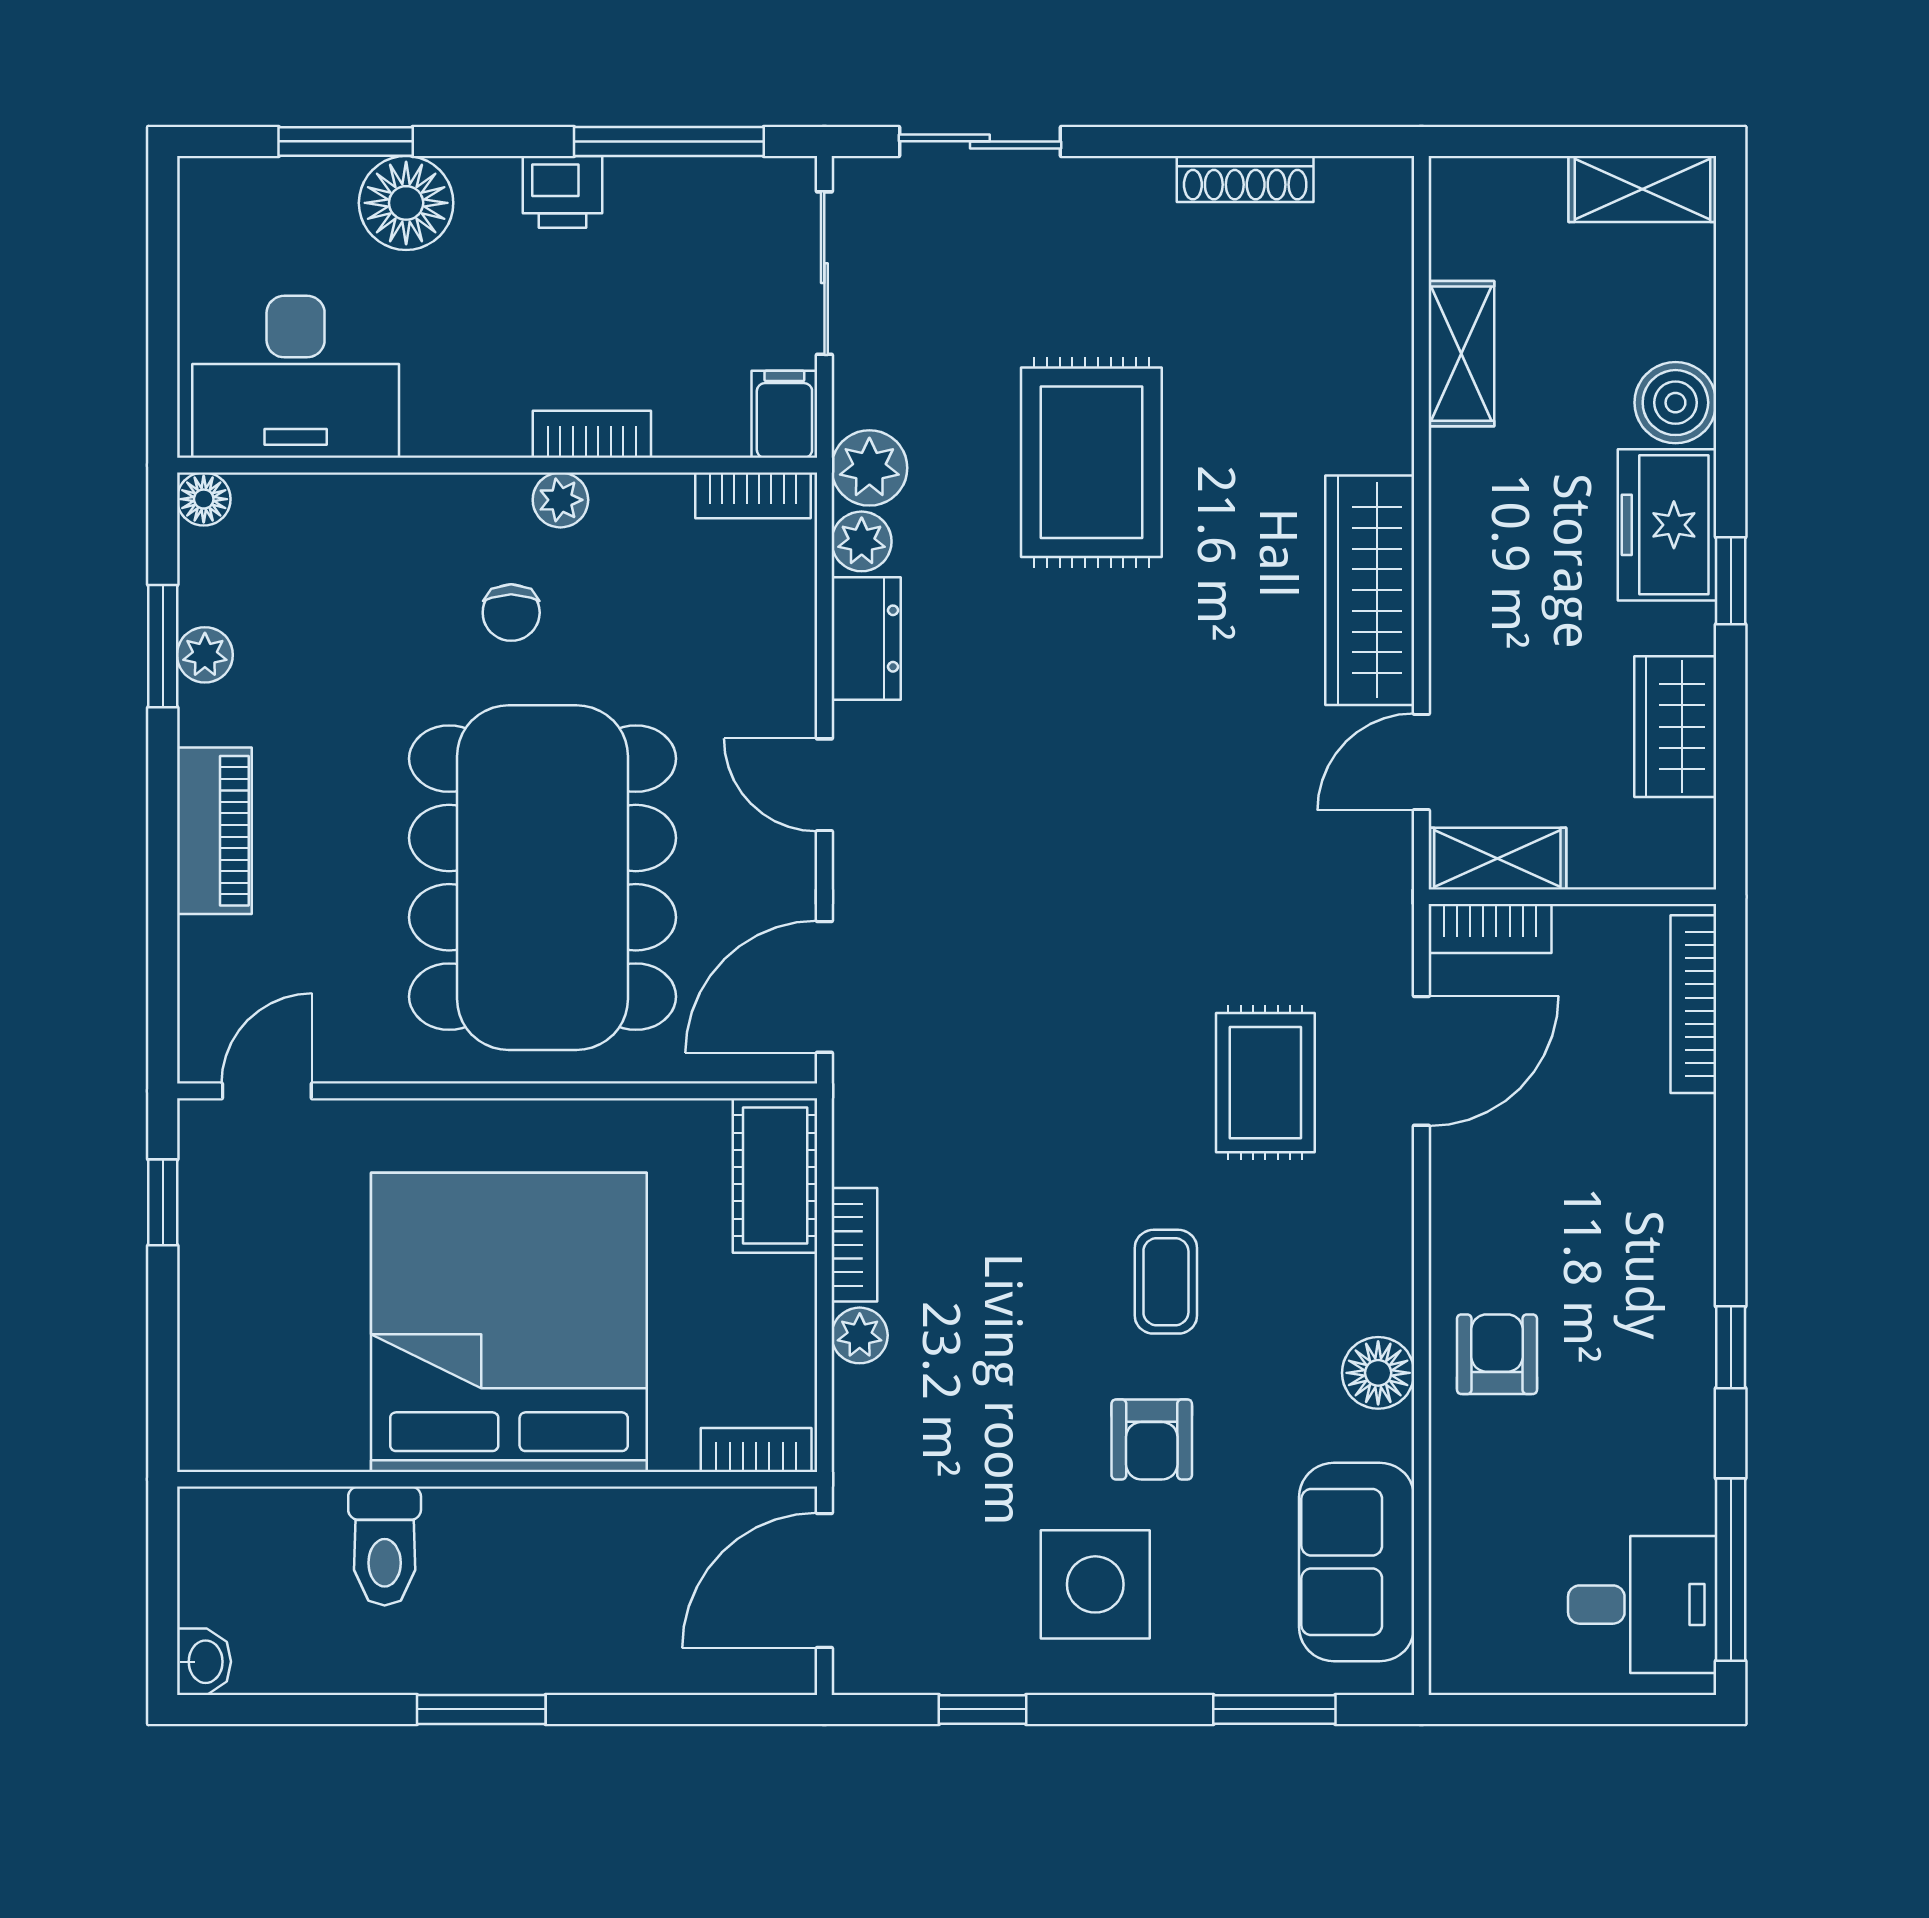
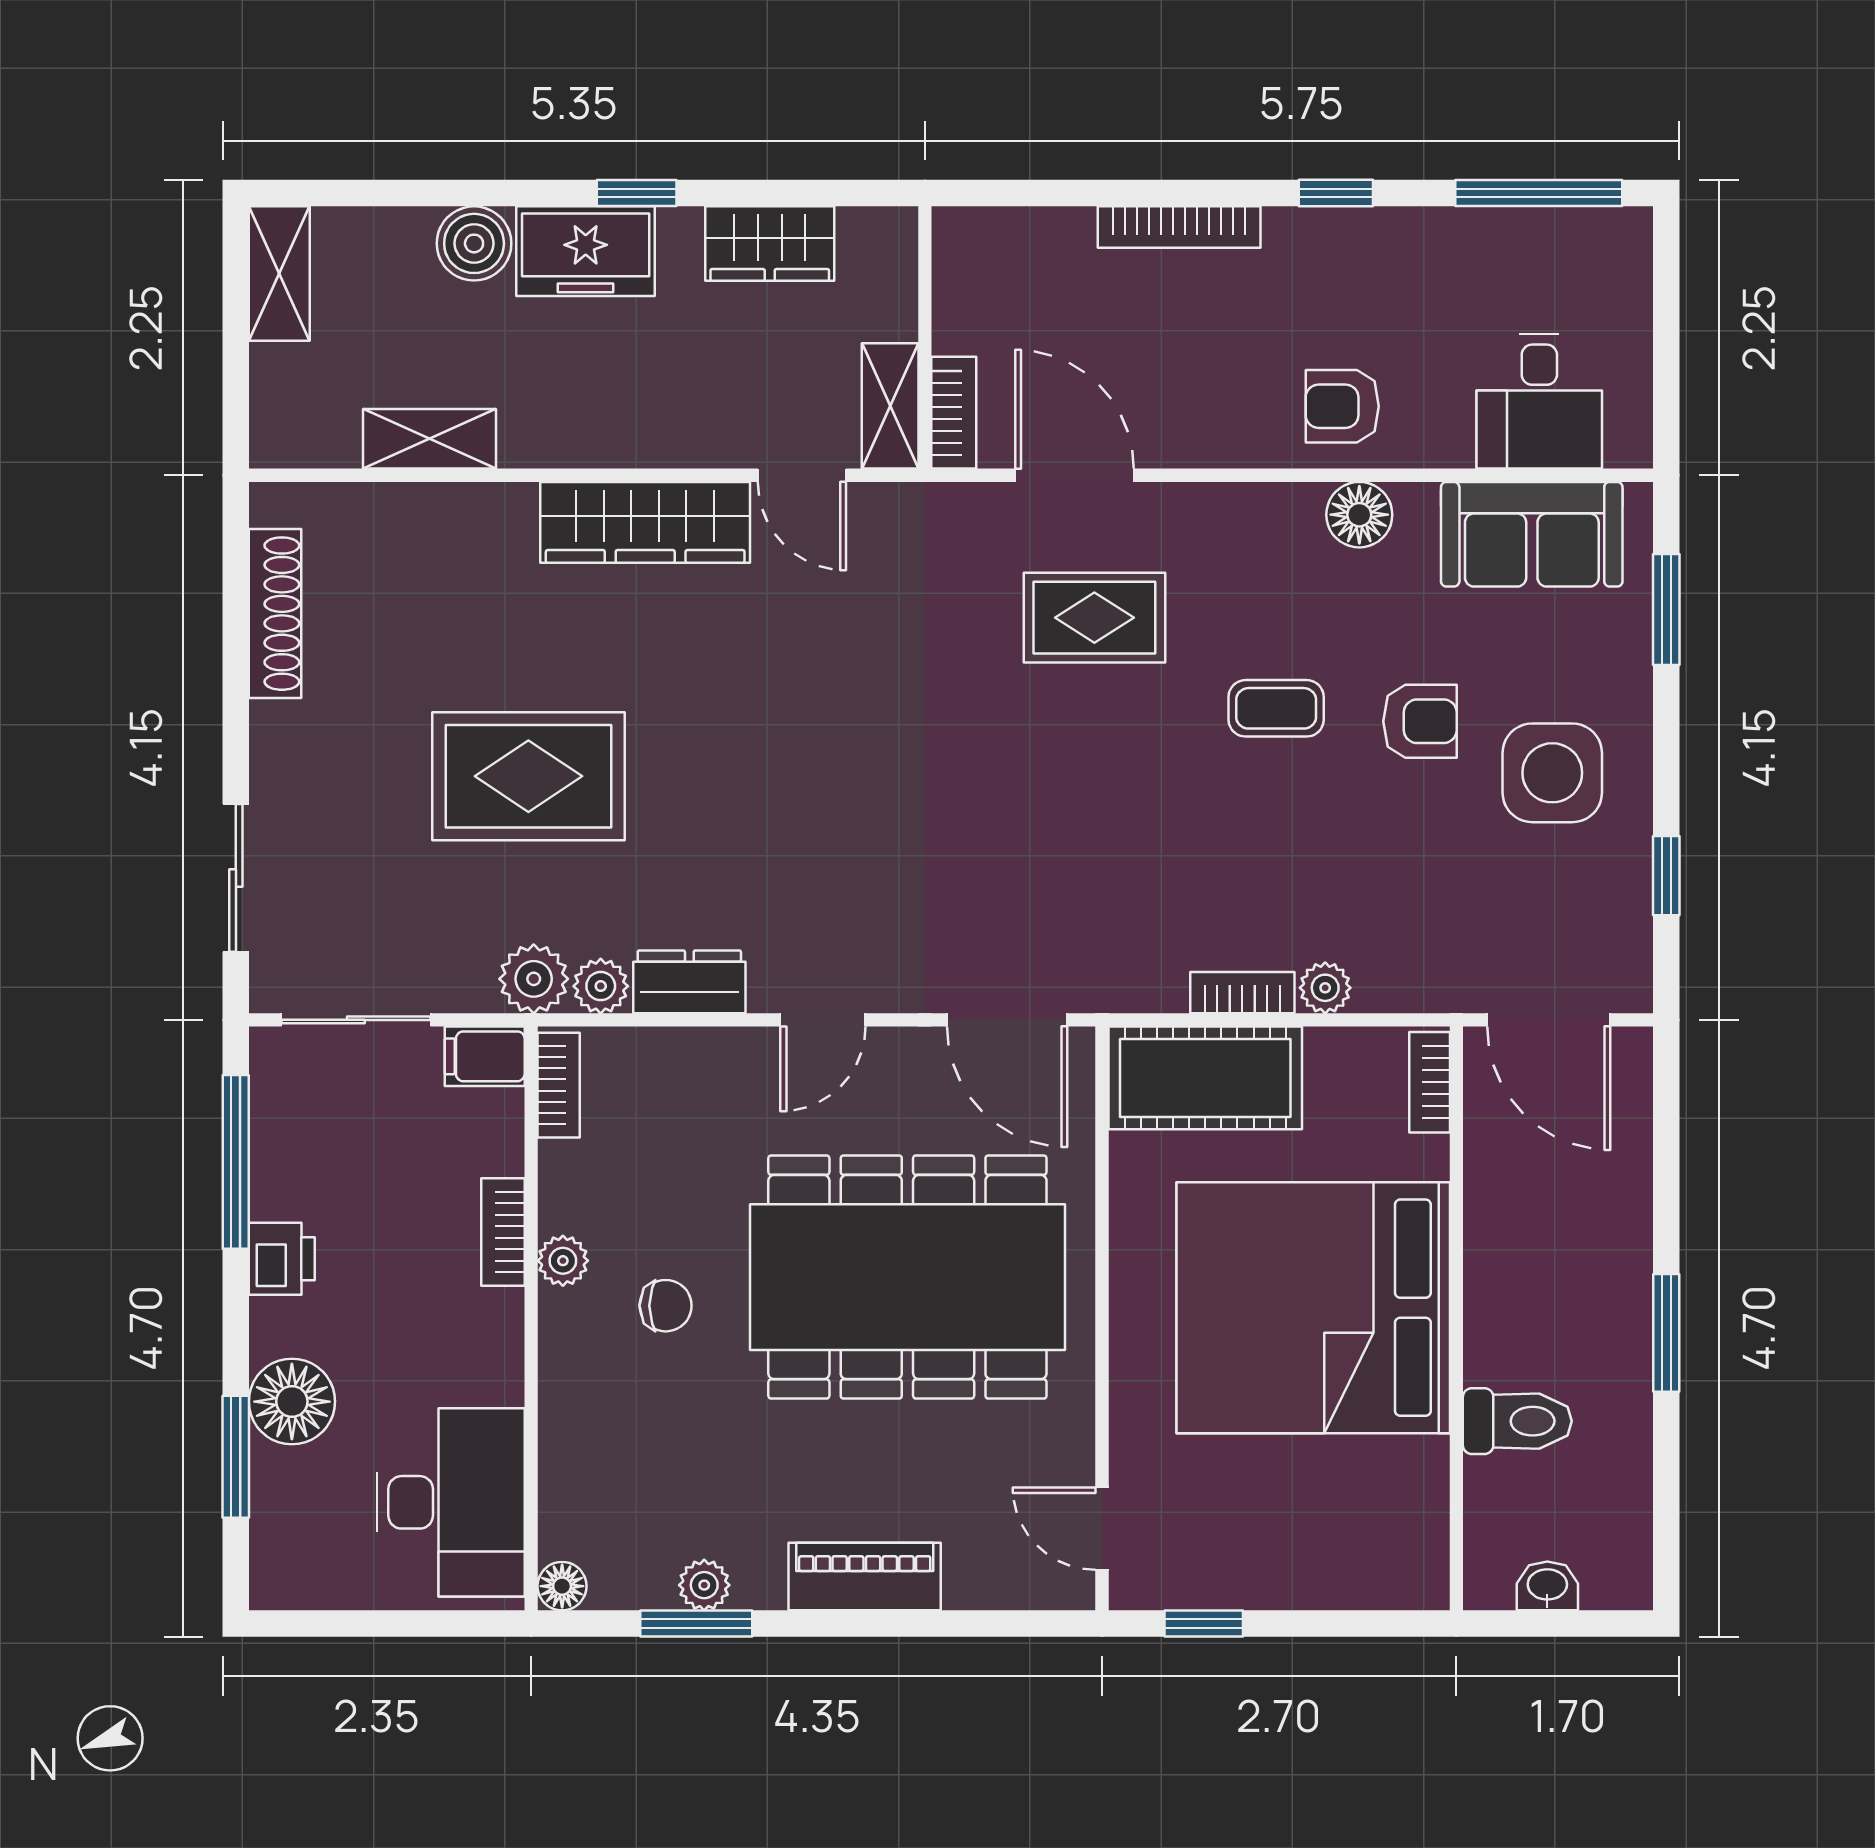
shoe rack: (1245, 179) -> (275, 614), width x1.36, depth x1.24
bookcase: (1693, 1004) -> (1179, 227), moved
cot: (775, 1176) -> (1205, 1078), width x1.37, depth x1.34
desk: (1642, 1605) -> (1539, 401), moved, turned 180
washbasin: (204, 1662) -> (1547, 1586), moved

